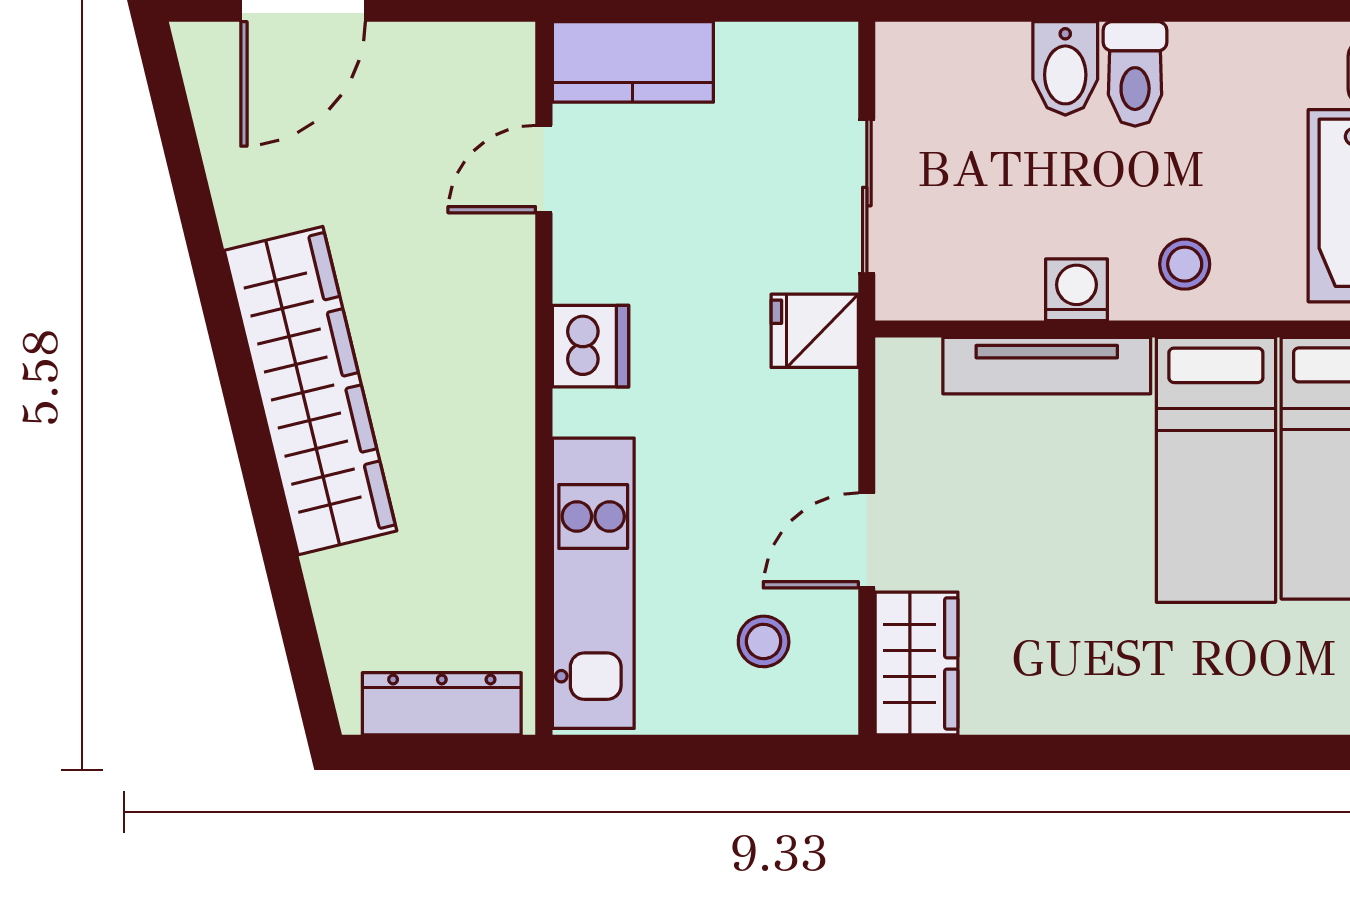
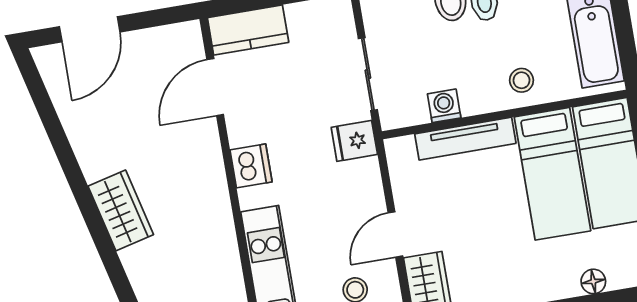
door: (544, 169) -> (215, 87), width x1.38
washing machine: (1077, 290) -> (444, 106), moved
wardrobe: (310, 391) -> (121, 210), width x0.48, depth x0.85
floor lamp: (1263, 709) -> (593, 281), added

